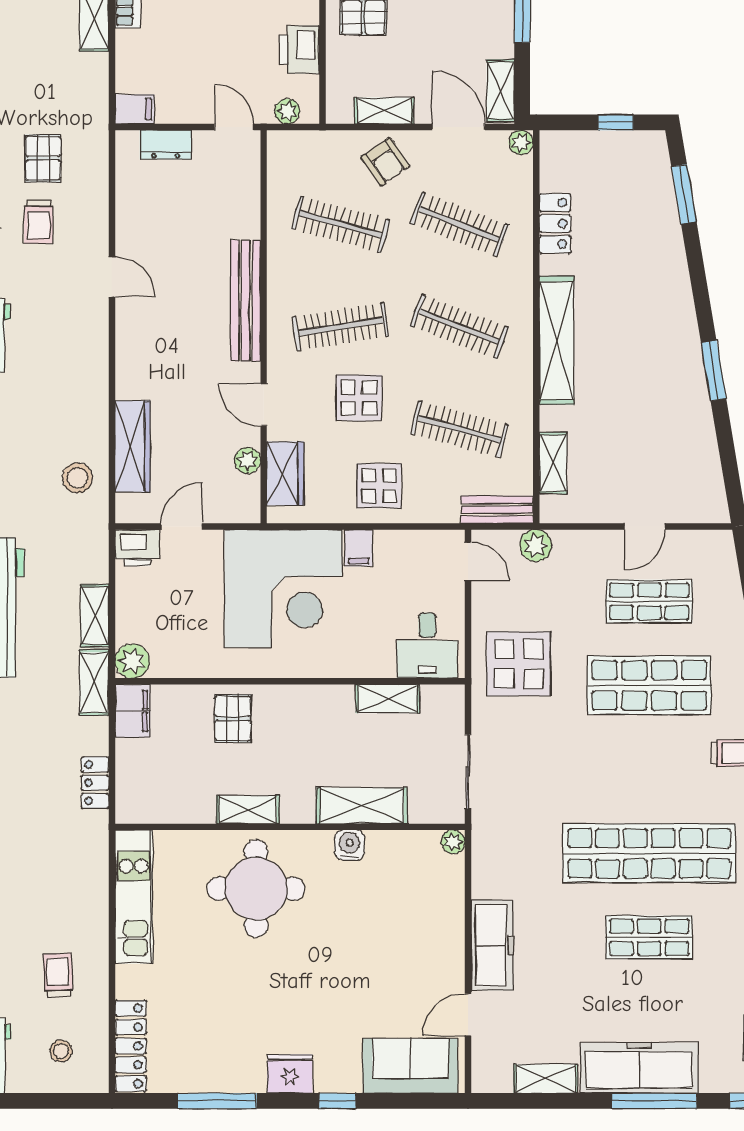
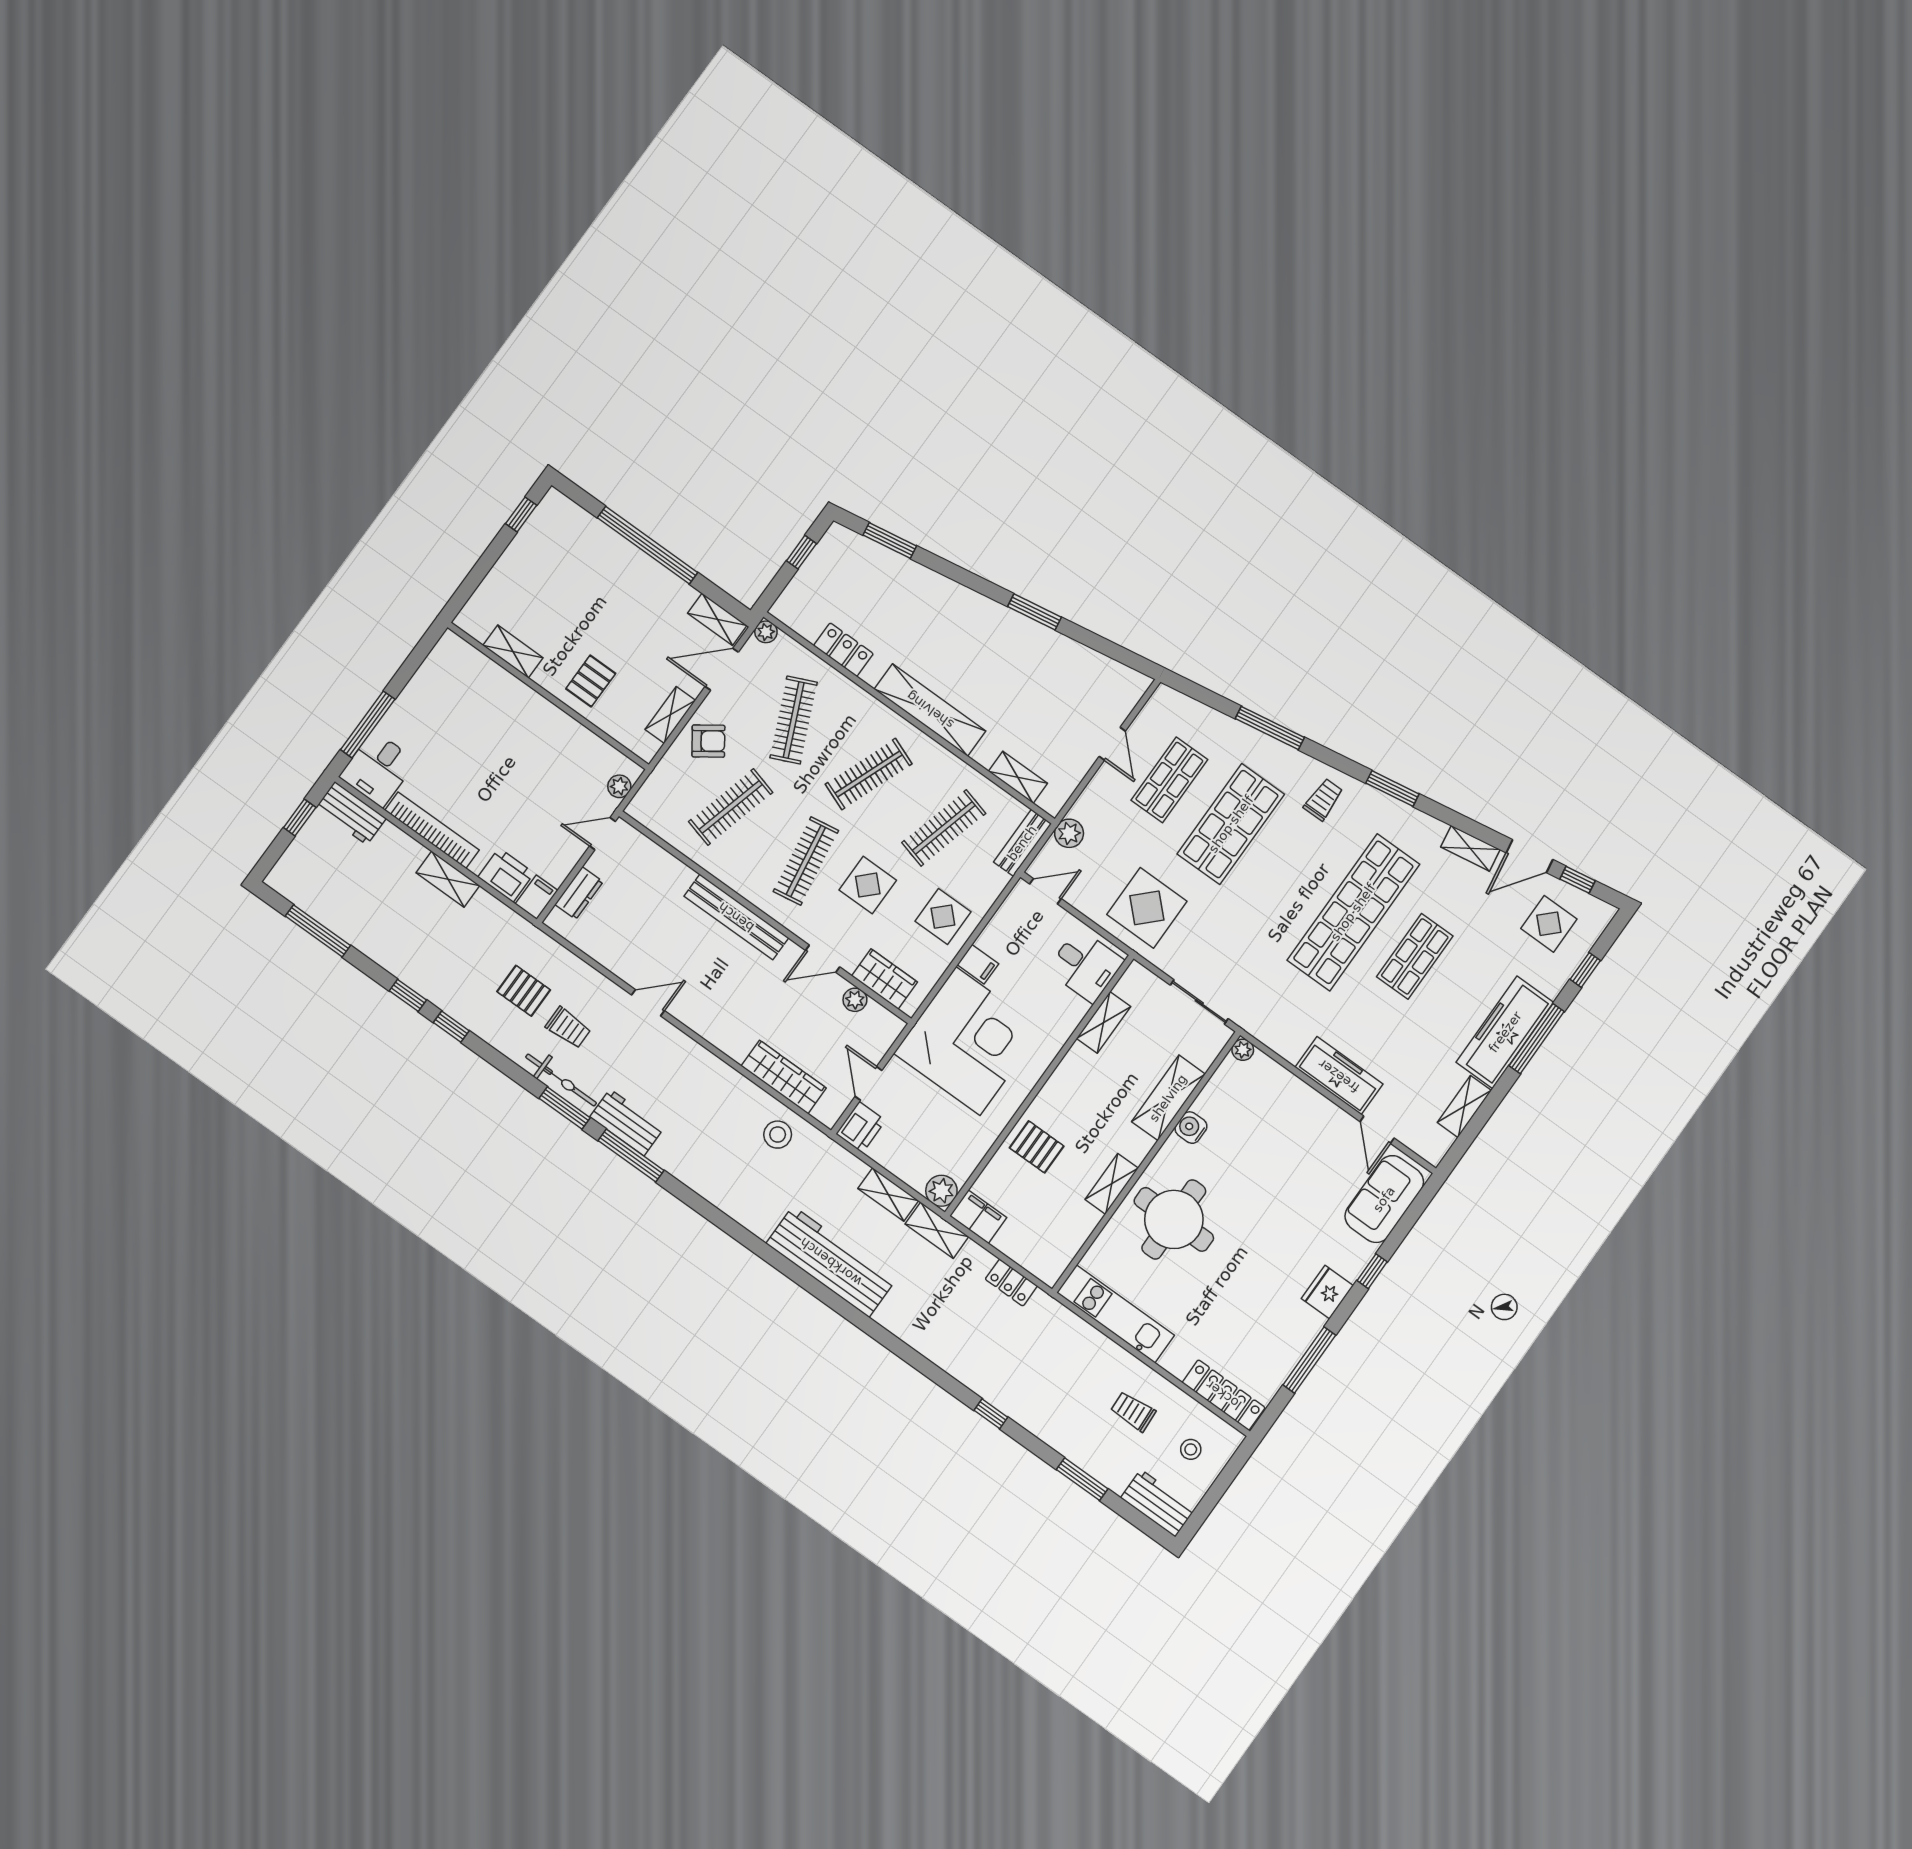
printer: (299, 50) -> (506, 875), moved, turned 180
clothes rail: (459, 224) -> (794, 720), turned -45

